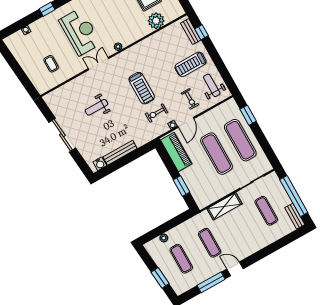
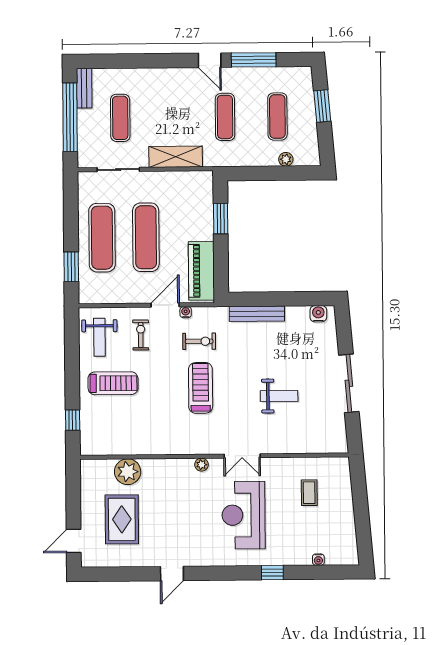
bench: (191, 32) -> (87, 429), removed
bench: (120, 153) -> (257, 314), moved

